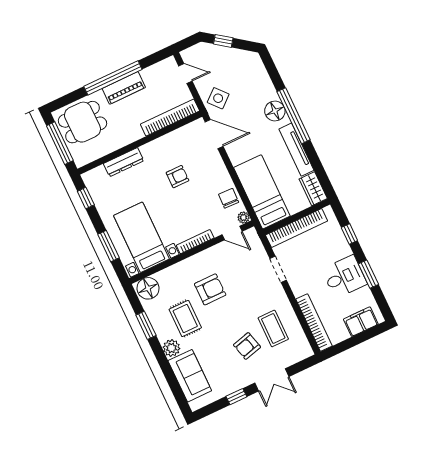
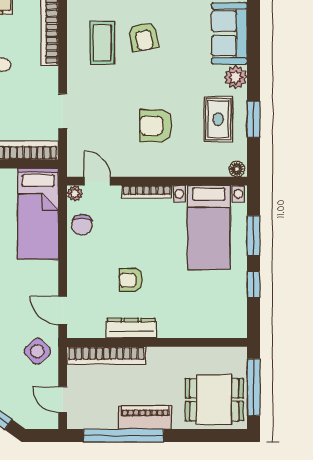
window: (113, 78) -> (124, 436), moved
door: (214, 134) -> (63, 310), width x0.73
dresser: (124, 162) -> (131, 328), moved
window: (86, 198) -> (253, 284), moved
floor lamp: (148, 288) -> (237, 169), width x0.53, depth x0.53
rug: (185, 319) -> (218, 119), moved
armchair: (247, 346) -> (144, 37), turned 95

